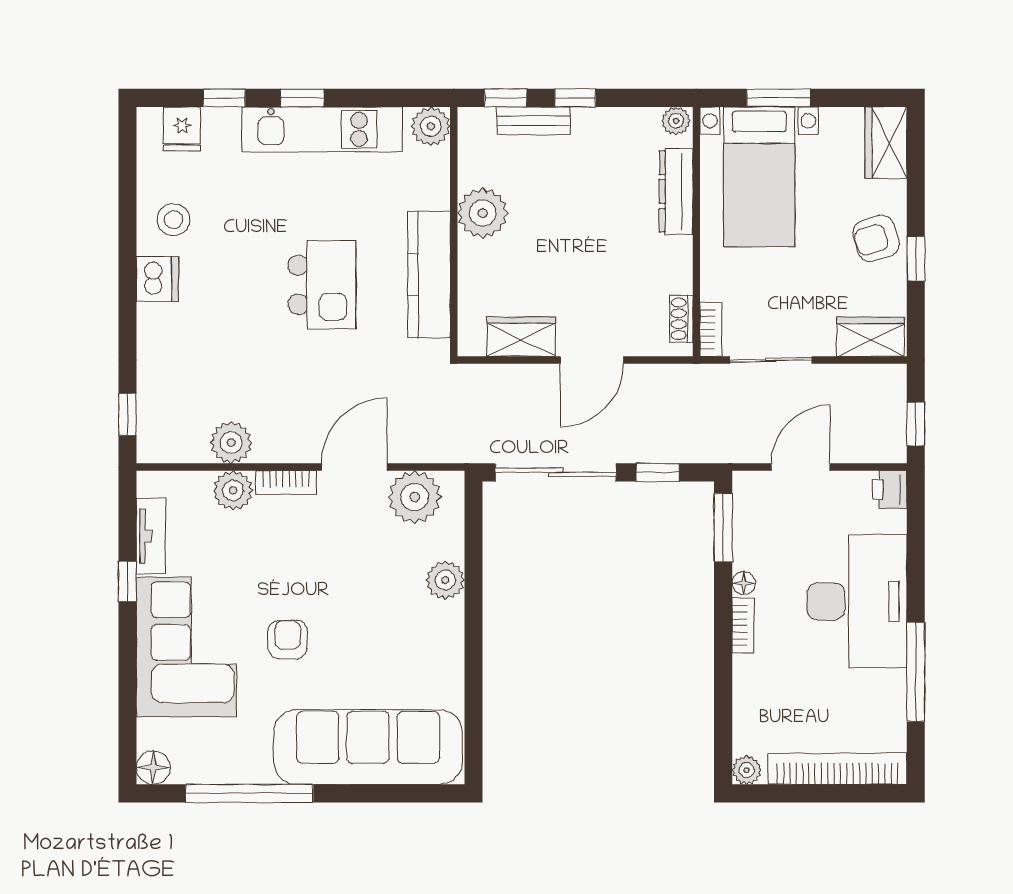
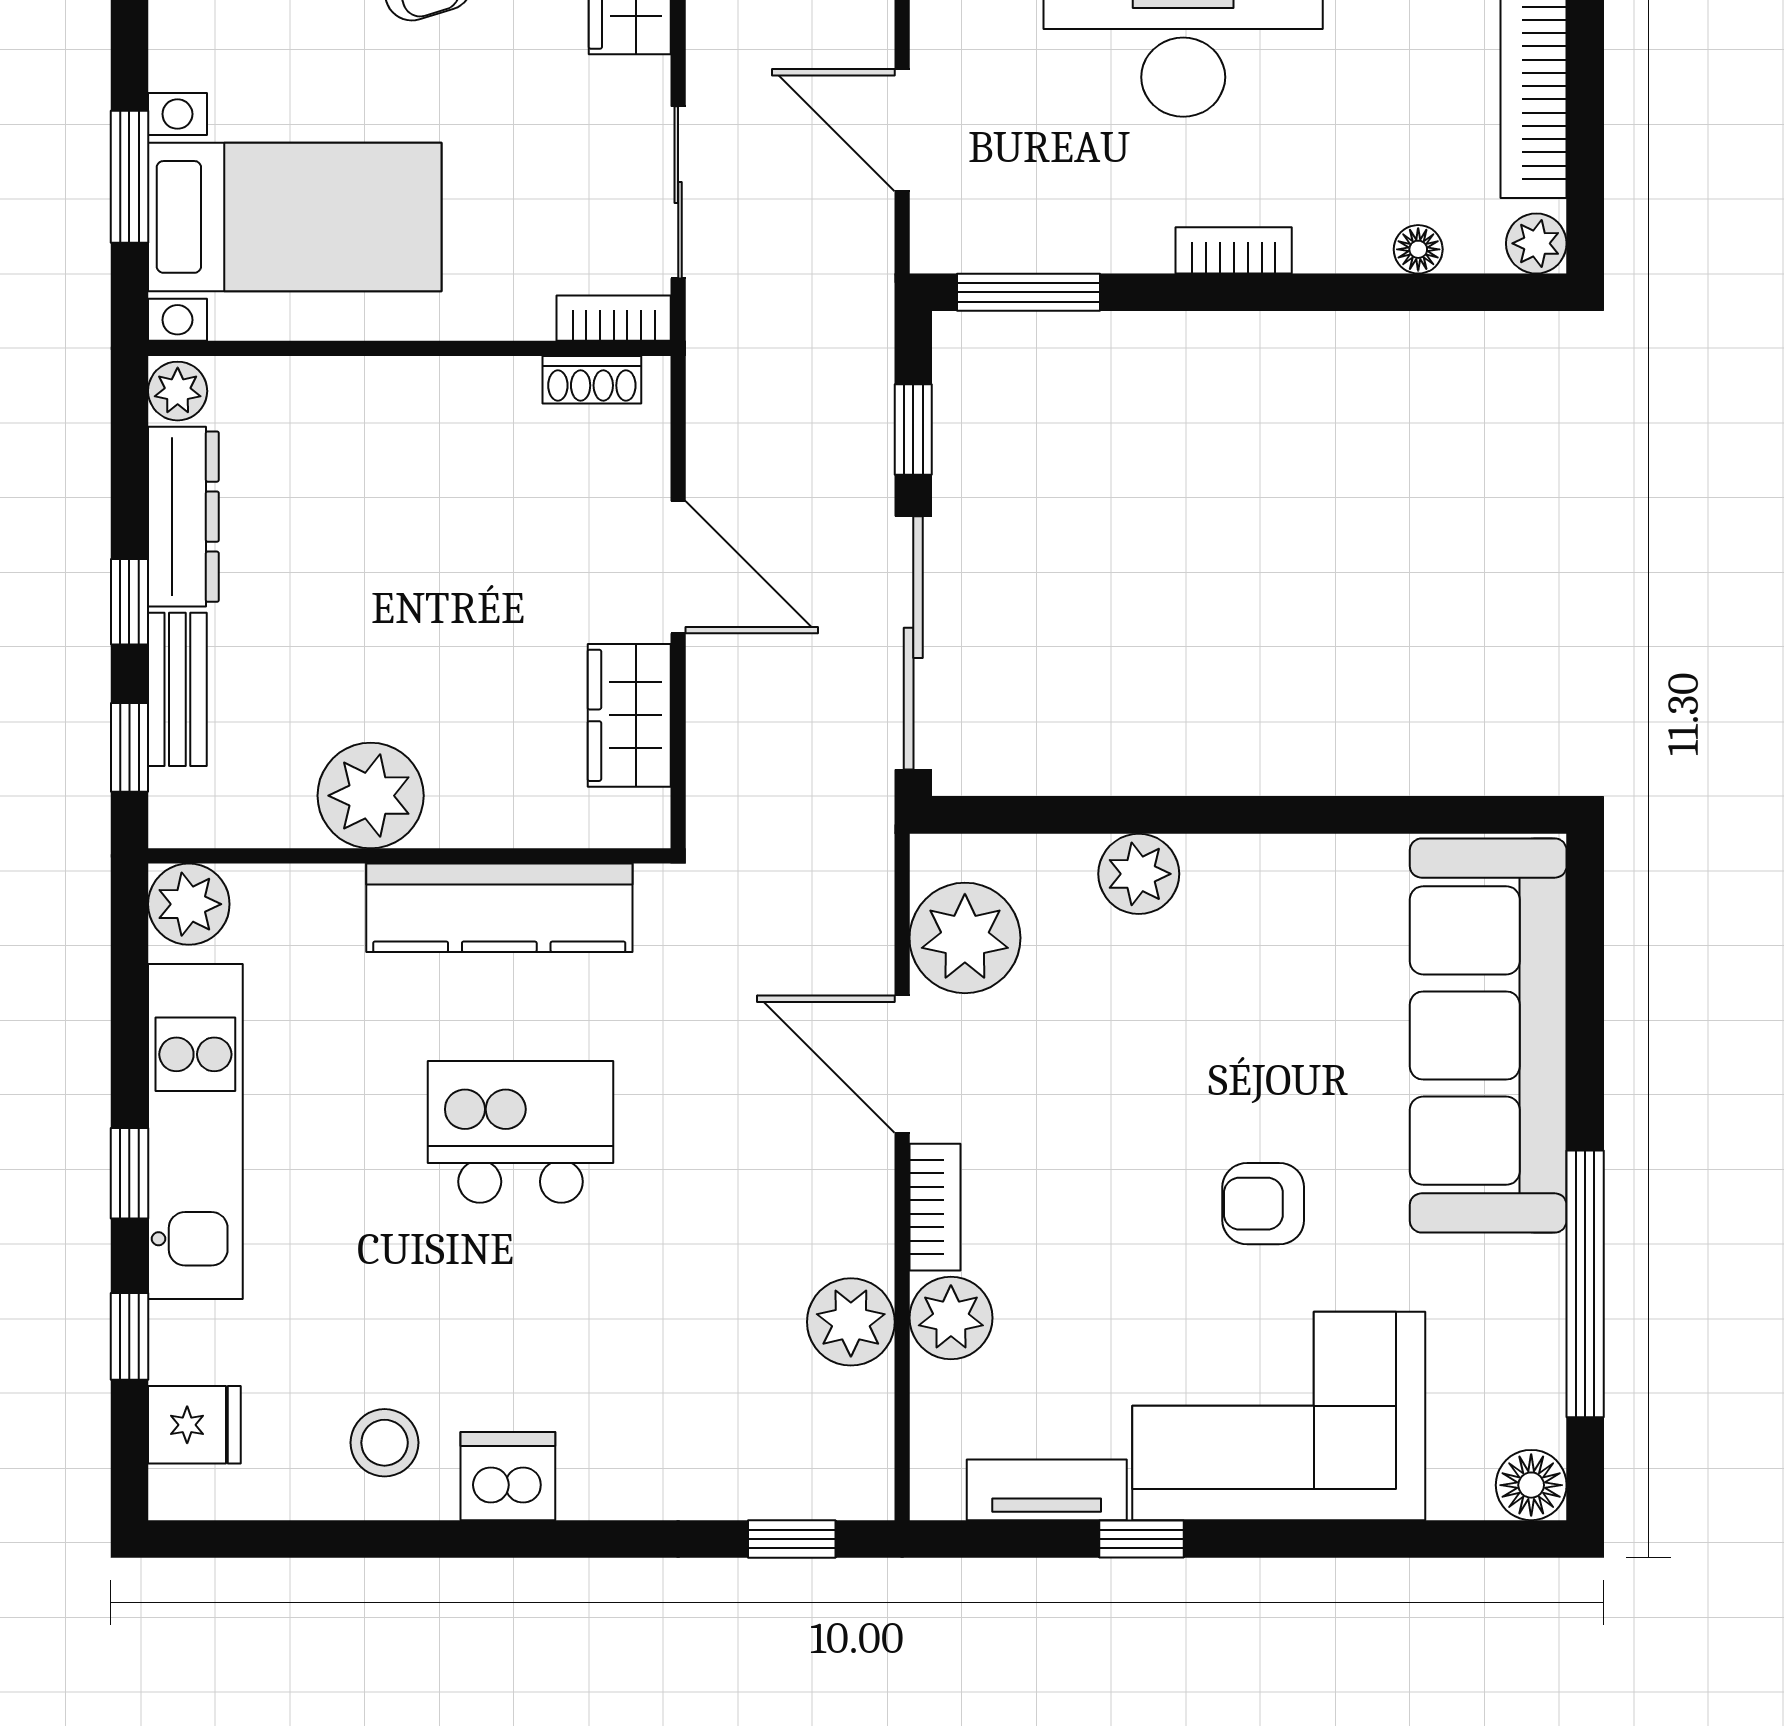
dresser: (676, 192) -> (183, 517), moved, turned -90
floor lamp: (744, 583) -> (1418, 249), moved

